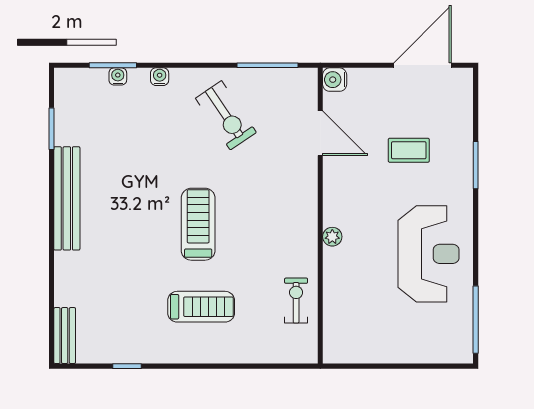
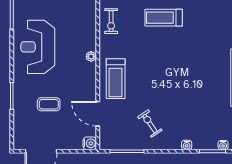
water cooler: (118, 76) -> (223, 145), moved
exercise bike: (226, 115) -> (150, 124), width x0.73, depth x0.72
treadmill: (198, 224) -> (116, 79), moved

